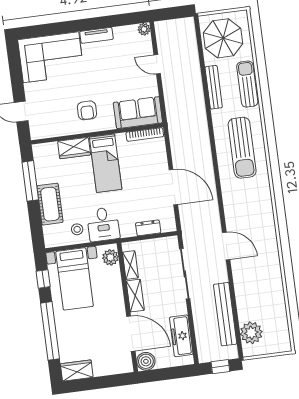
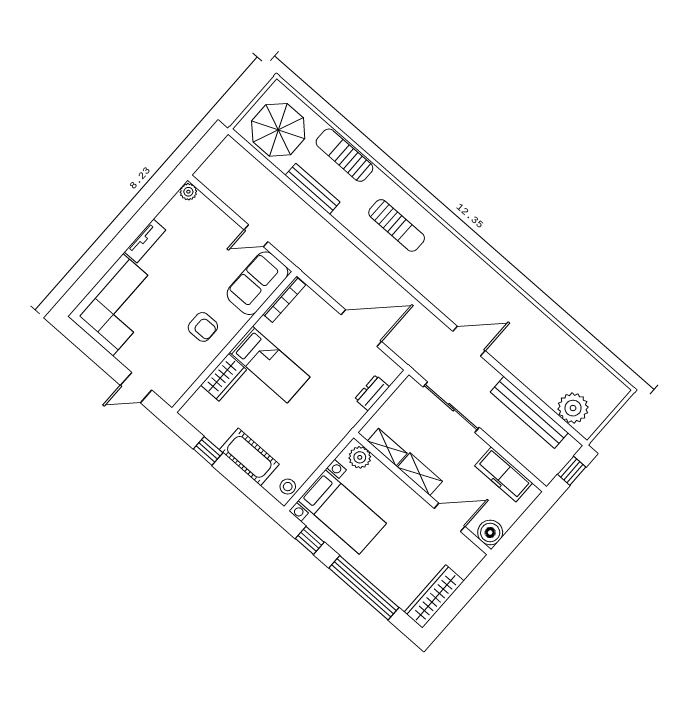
door: (157, 64) -> (256, 236), moved
sun lounger: (242, 148) -> (397, 225), width x0.73, depth x0.75
window: (30, 181) -> (208, 451), width x0.46
desk: (103, 224) -> (322, 430), removed
stool: (77, 229) -> (288, 487), moved
door: (131, 334) -> (450, 517), width x0.73
wardrobe: (77, 371) -> (434, 596), width x1.50

